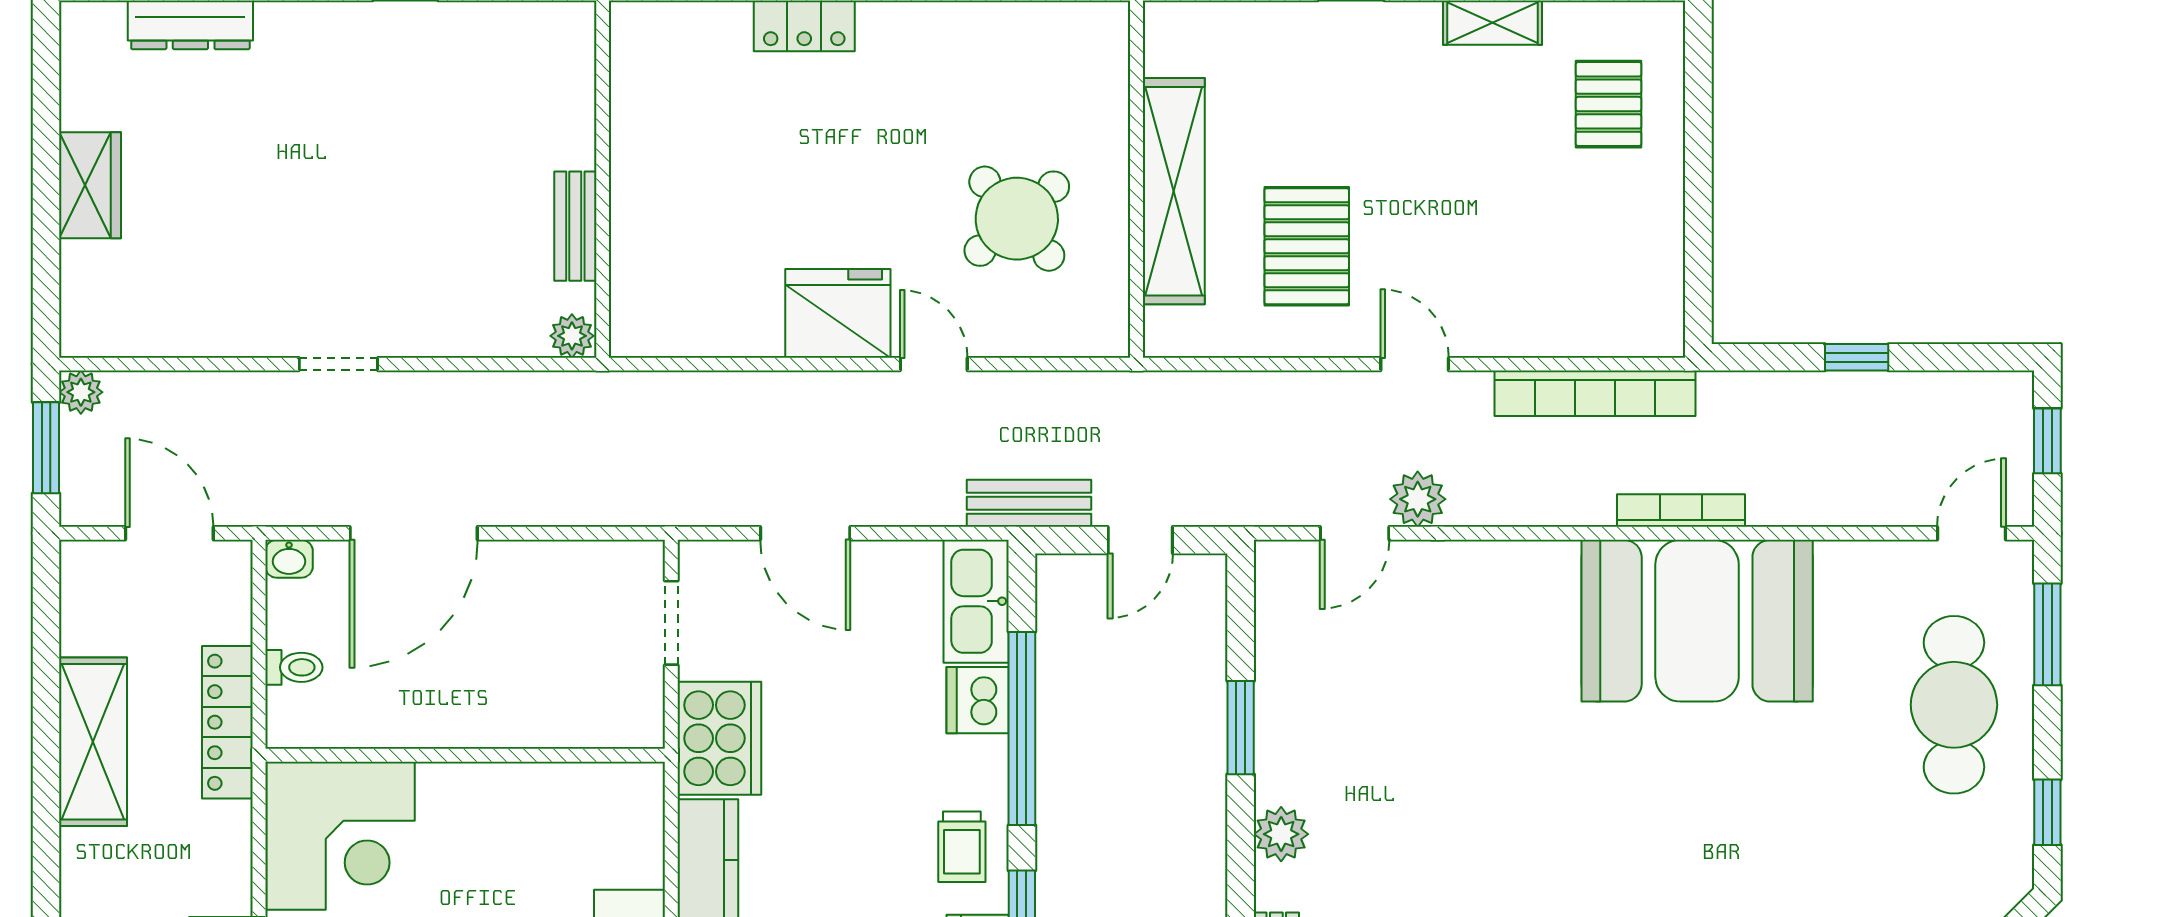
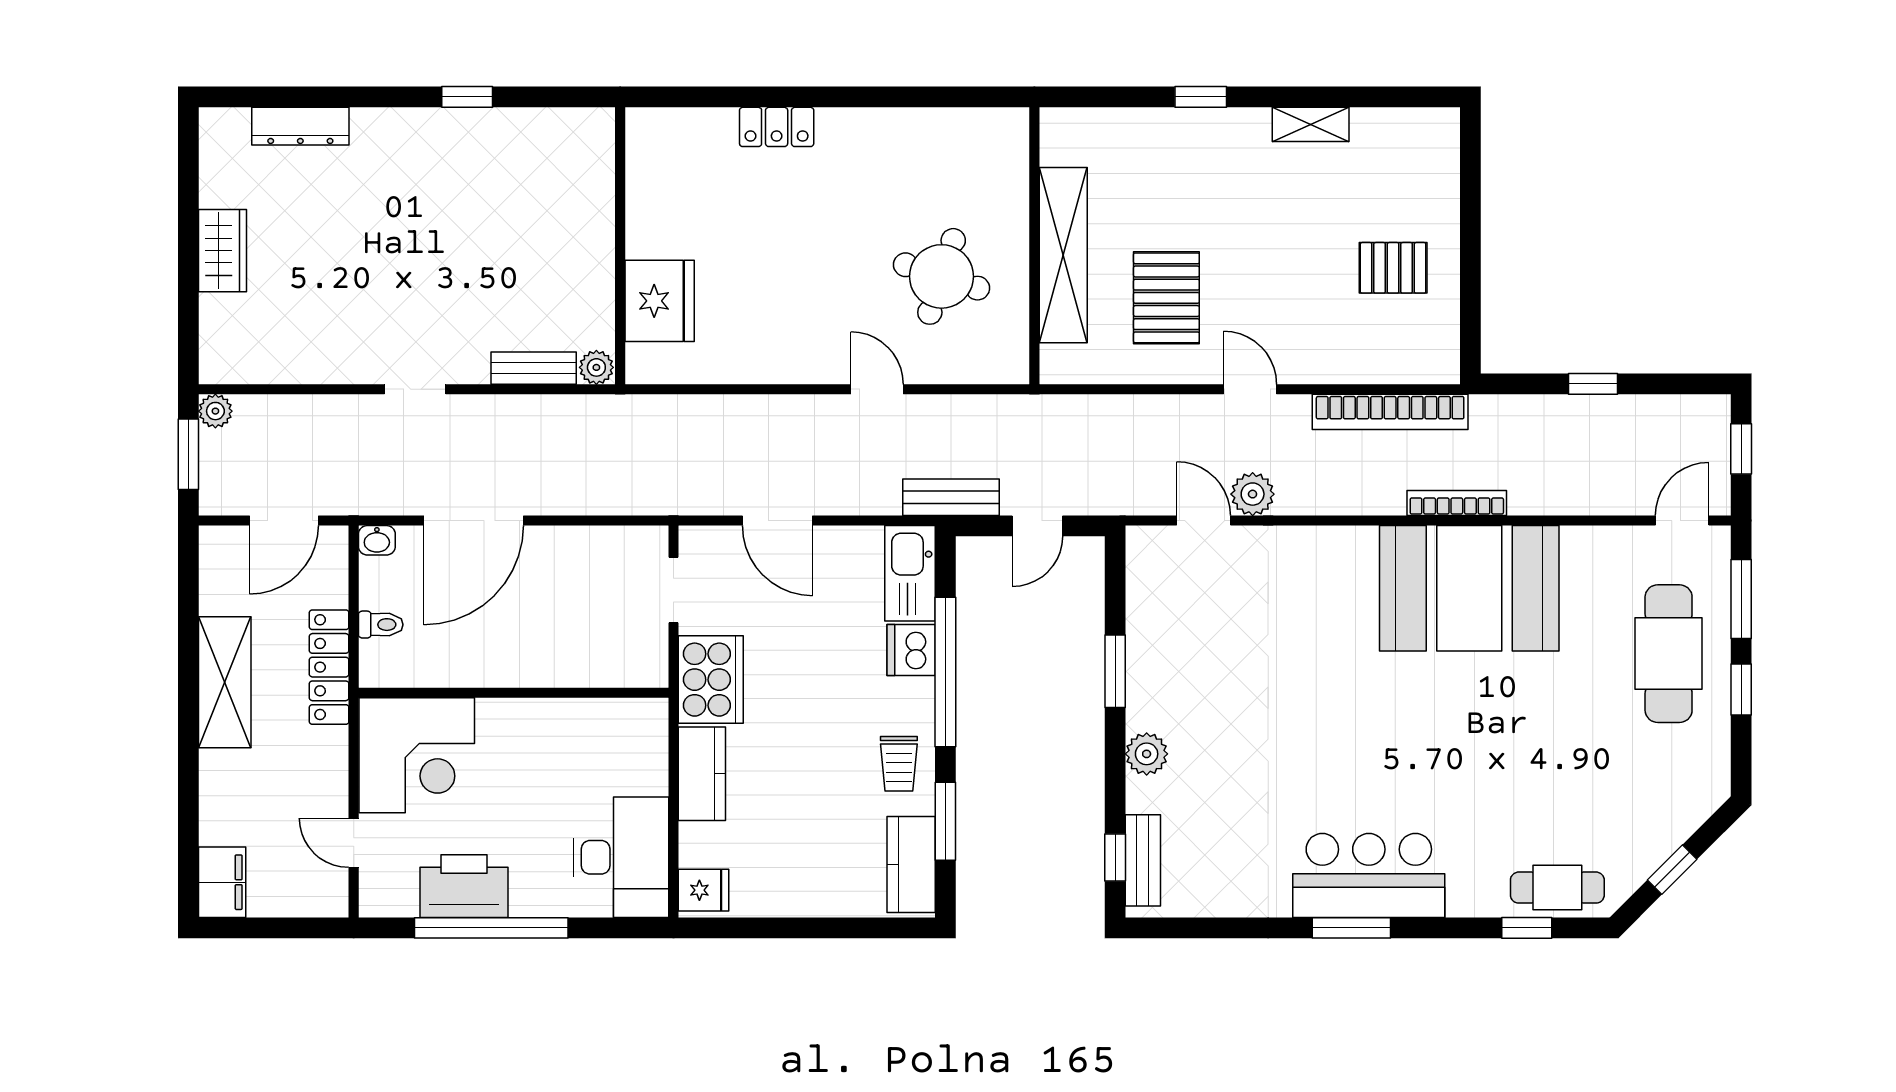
pallet: (1609, 104) -> (1393, 268), moved, turned 90
round table: (1017, 219) -> (942, 276), turned -31
bench: (575, 226) -> (534, 368), moved, turned 90
fridge: (838, 313) -> (660, 301), moved, turned 90
door: (169, 533) -> (284, 521), swing flipped
door: (1355, 533) -> (1204, 521), swing flipped
window: (2047, 812) -> (1741, 690), moved

